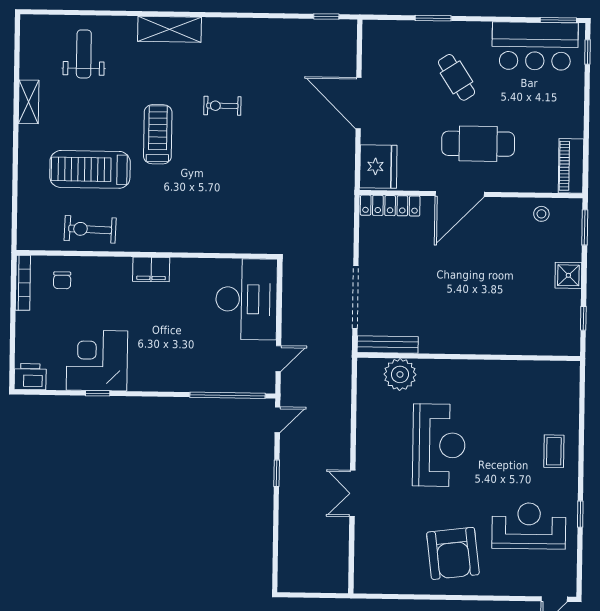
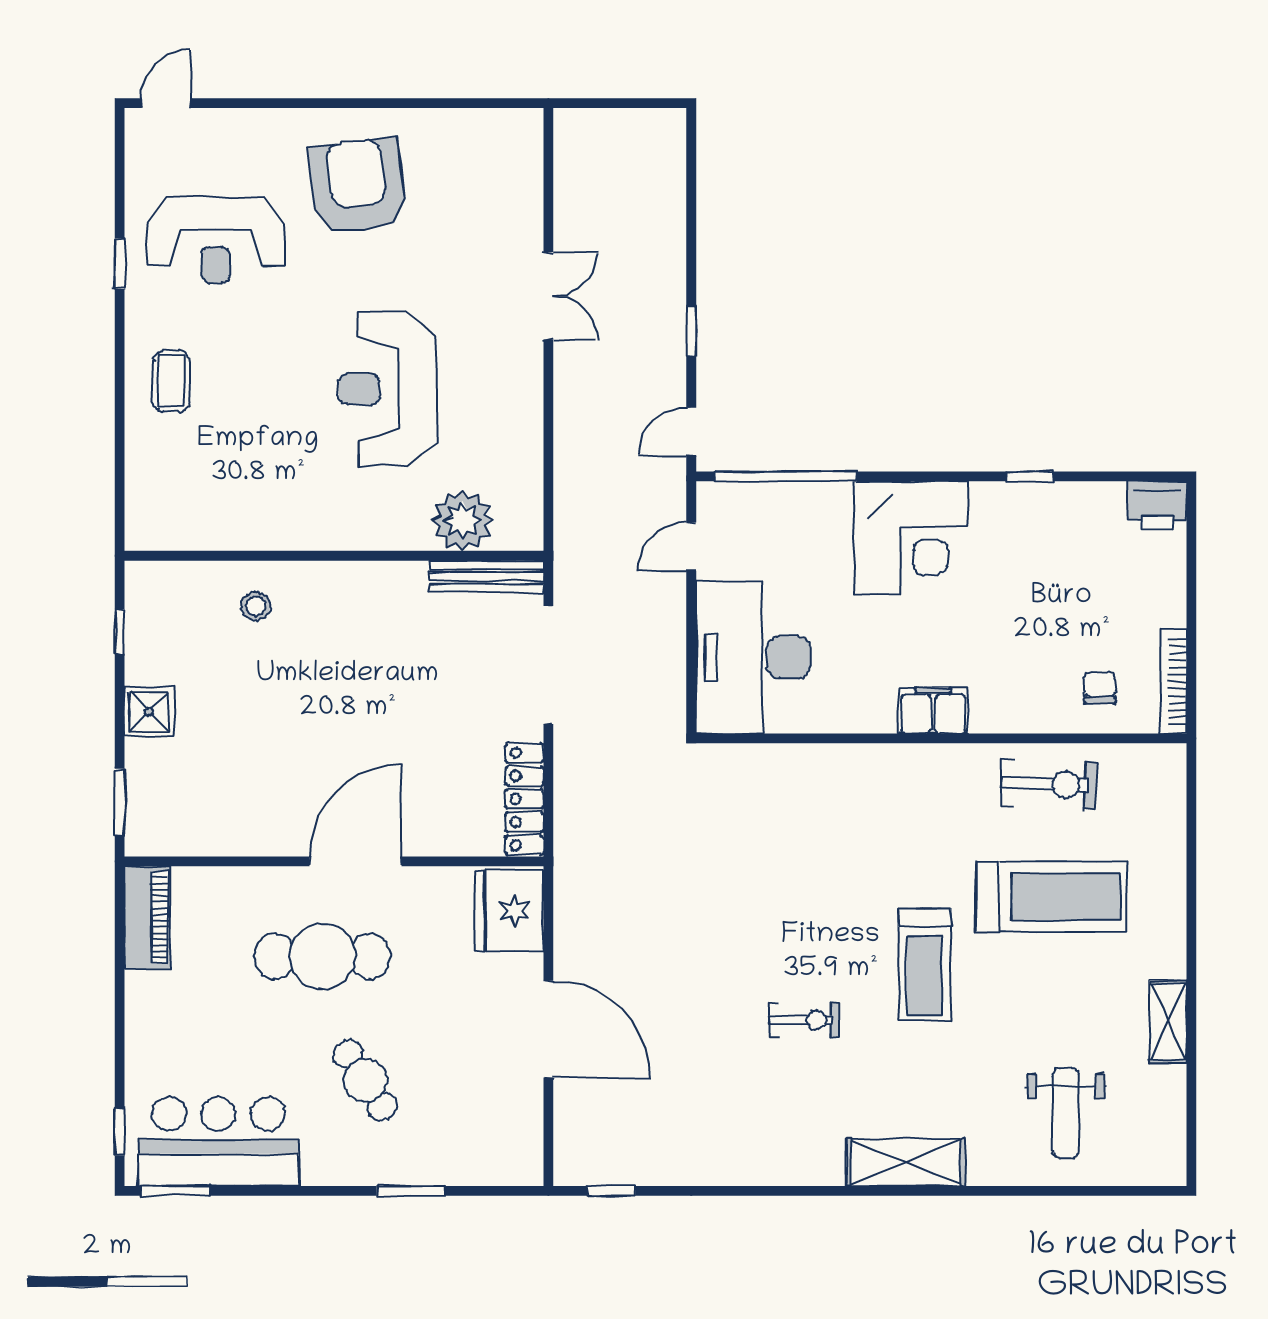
locker: (390, 206) -> (525, 799), moved, turned -90
stool: (541, 214) -> (256, 606), moved
corner desk: (97, 360) -> (911, 538), moved

